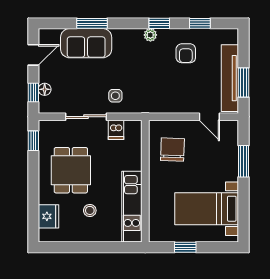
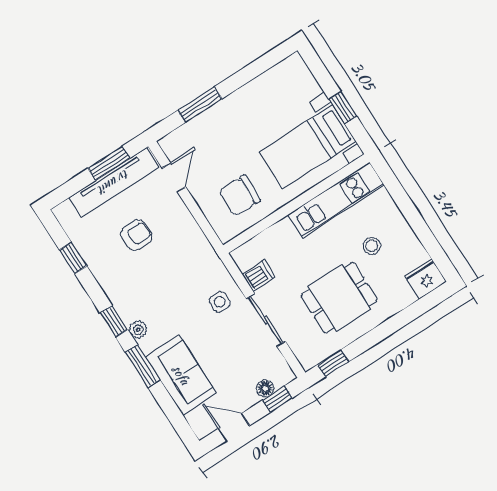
window: (92, 23) -> (143, 366), moved
window: (159, 23) -> (114, 321), moved
plant: (150, 35) -> (138, 330), moved
armchair: (186, 53) -> (136, 235), moved
bed with nightstands: (207, 209) -> (307, 147), moved, turned 90
fridge: (49, 216) -> (426, 279), moved

